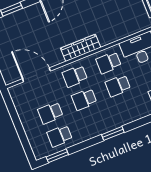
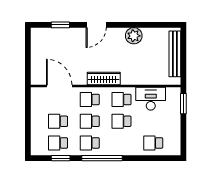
school desk: (93, 122) -> (90, 143), added
window: (113, 133) -> (102, 158), width x2.11
window: (57, 156) -> (61, 158), moved

